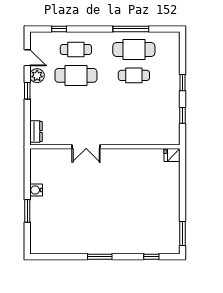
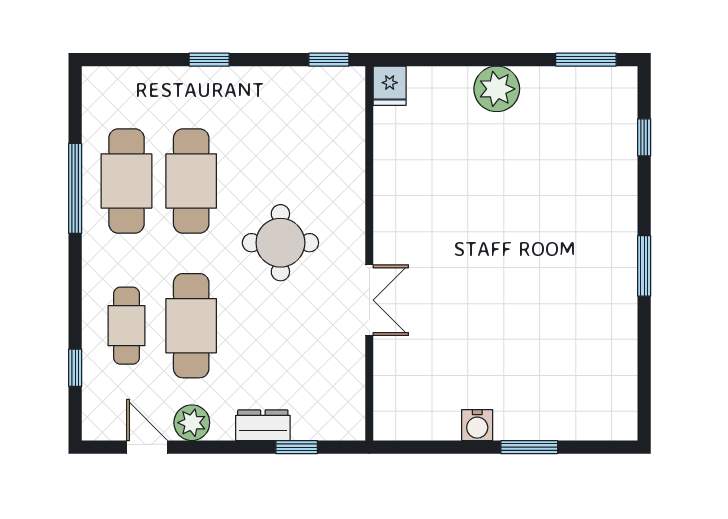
door: (27, 58) -> (147, 447), hinge flipped
cafe table: (134, 75) -> (191, 181), width x1.37, depth x1.35
window: (27, 91) -> (297, 447), moved
round table: (109, 111) -> (280, 243), added
window: (183, 115) -> (329, 60), moved
dresser: (36, 131) -> (263, 425), moved
plant: (171, 198) -> (497, 89), added

